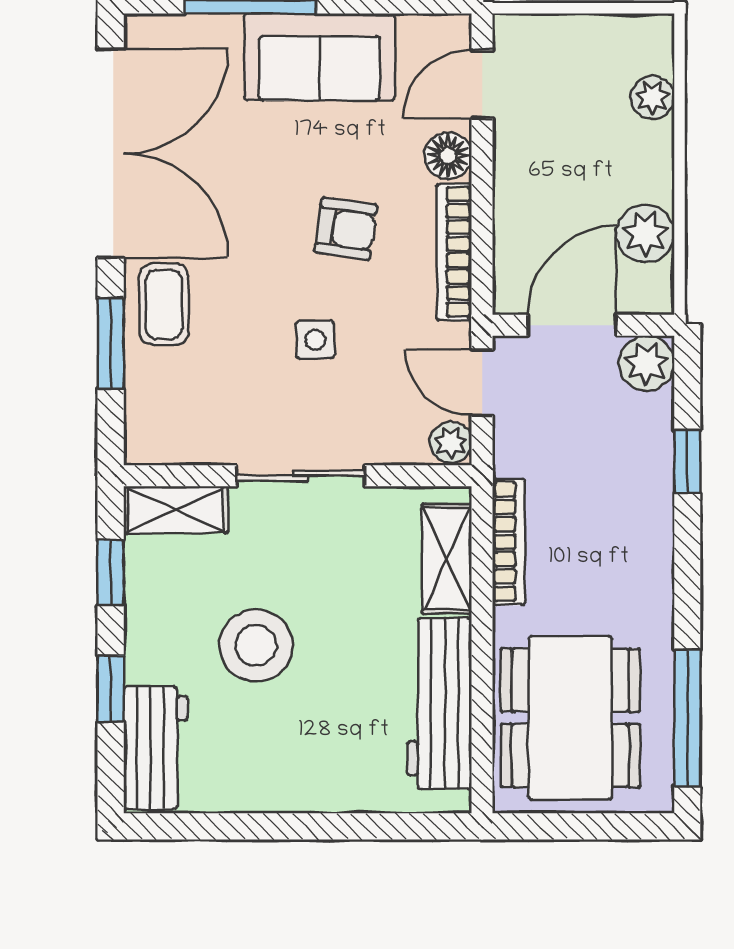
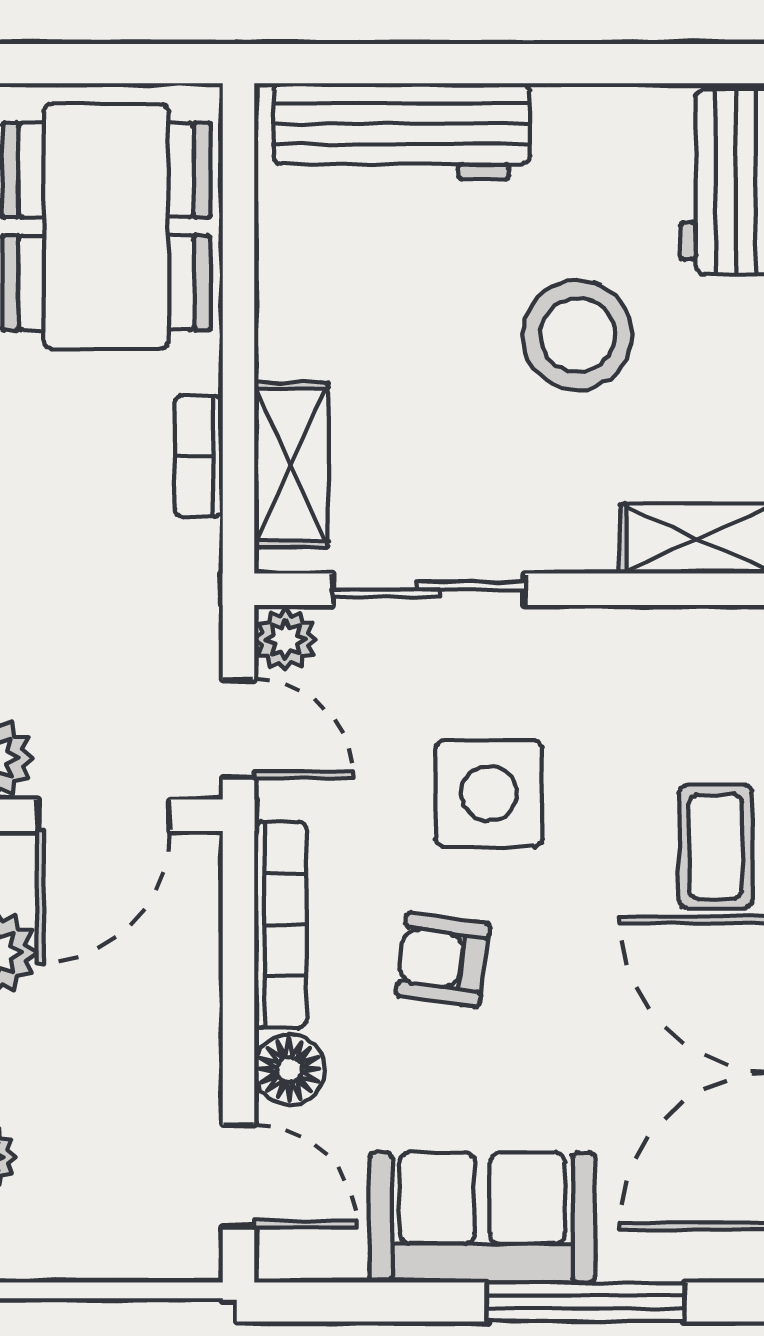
door: (482, 84) -> (238, 1176), hinge flipped
side table: (315, 340) -> (489, 794), width x1.87, depth x1.87
sliding door: (301, 476) -> (429, 589), moved
bookcase: (509, 542) -> (199, 456), width x0.64
workbench: (440, 704) -> (402, 131), moved, turned 90

